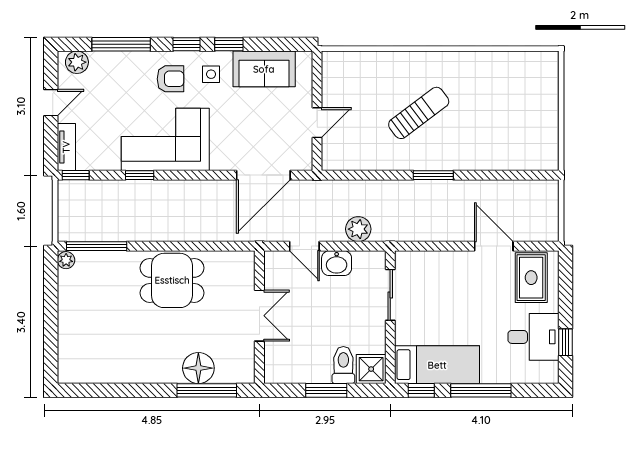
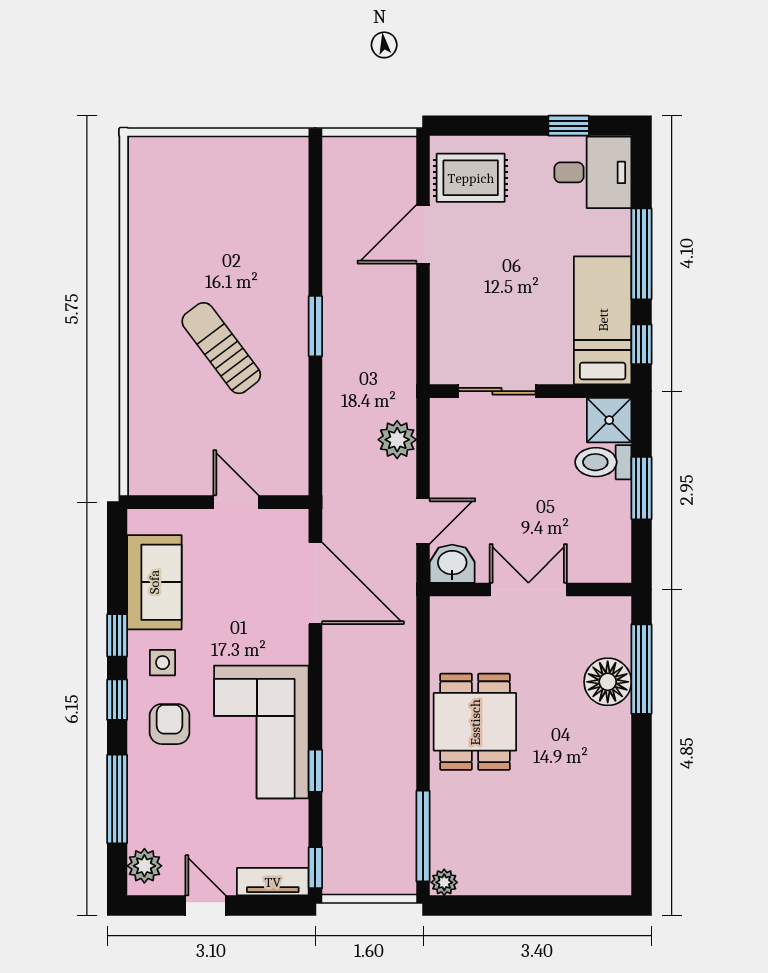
washbasin: (337, 263) -> (452, 564), moved, turned -90
desk: (533, 337) -> (593, 172), moved, turned 90

